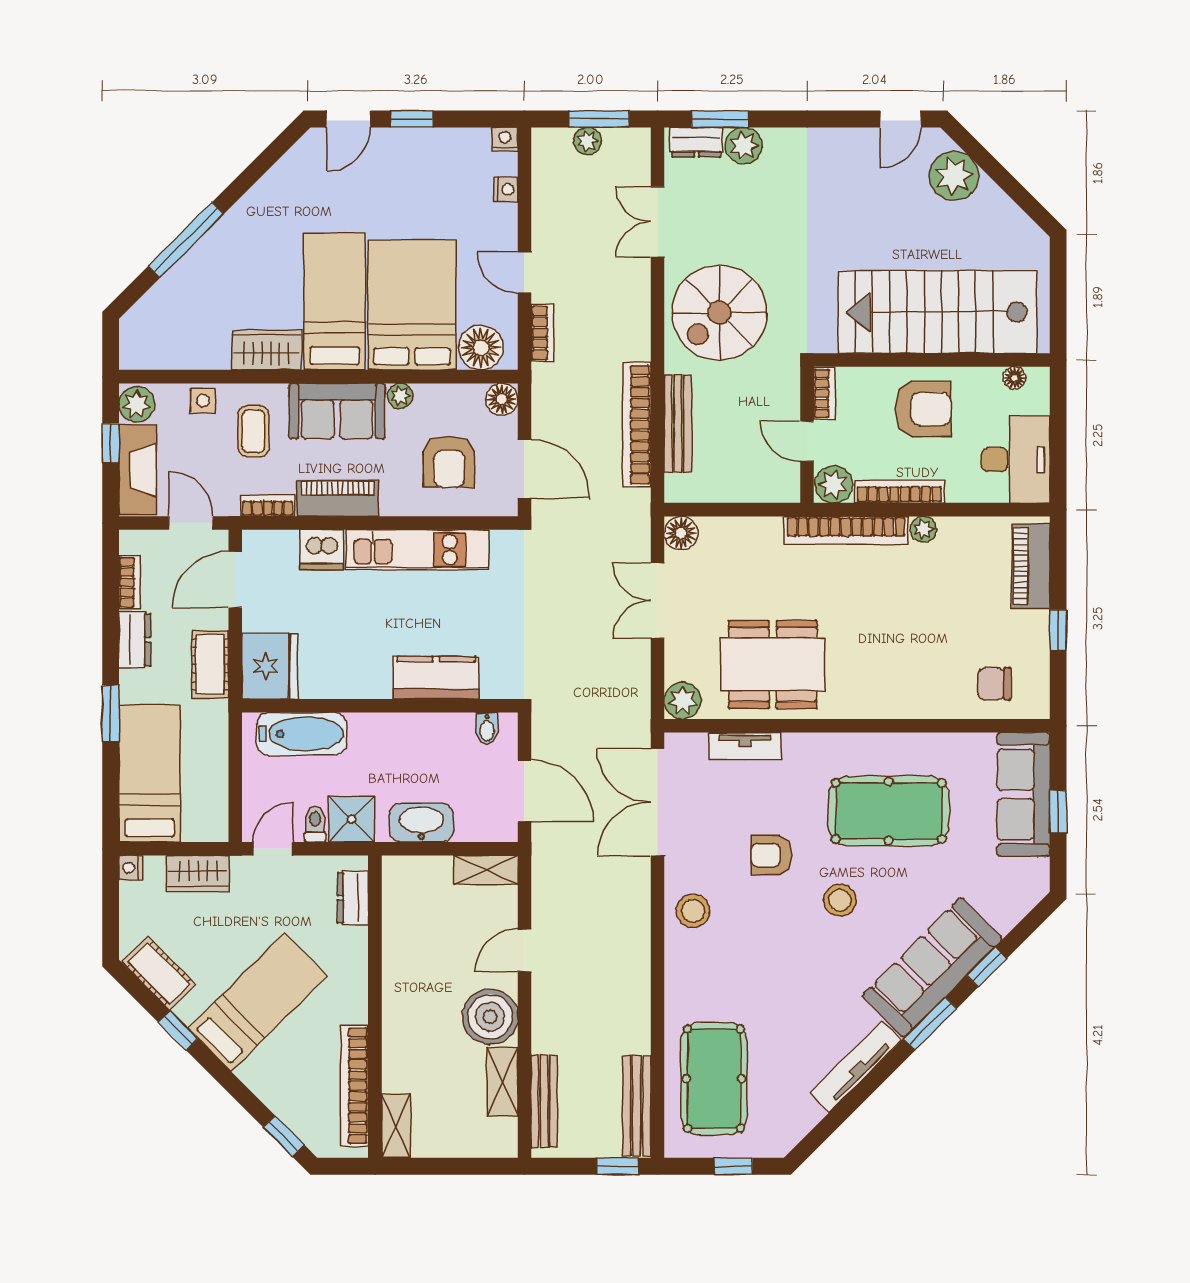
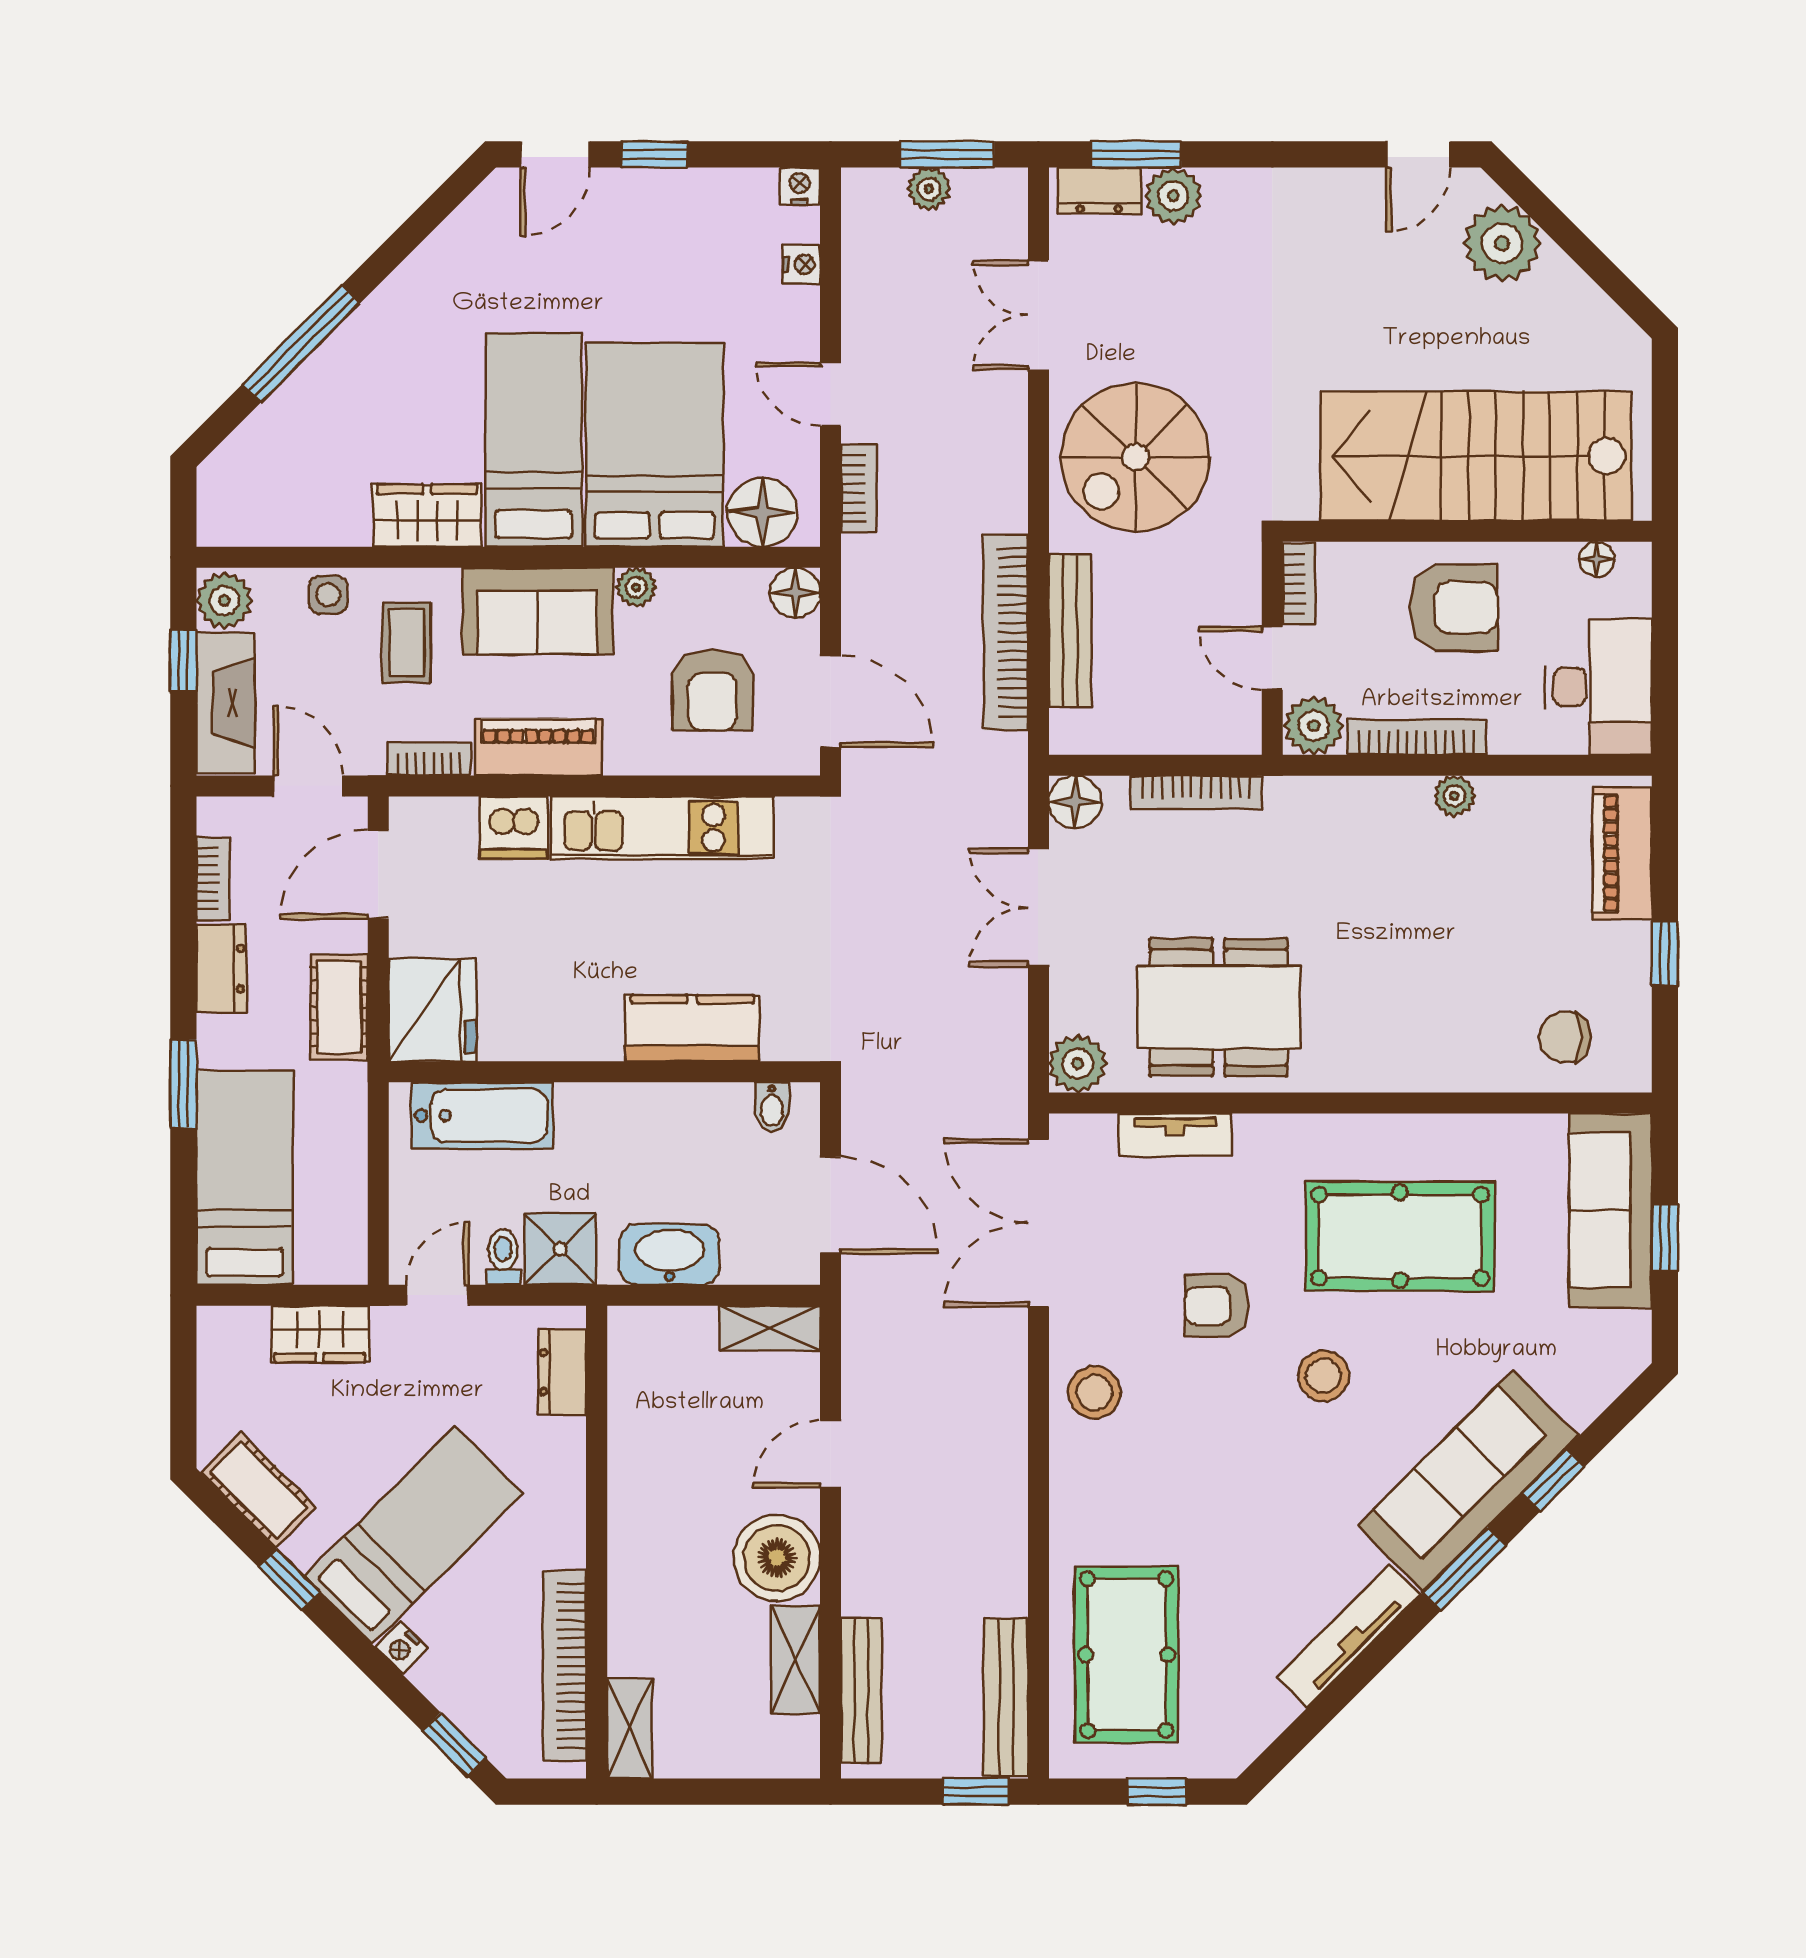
bookcase: (846, 530) -> (1196, 792), moved, width x0.68, depth x0.76
nightstand: (131, 868) -> (402, 1648), moved, turned -45

